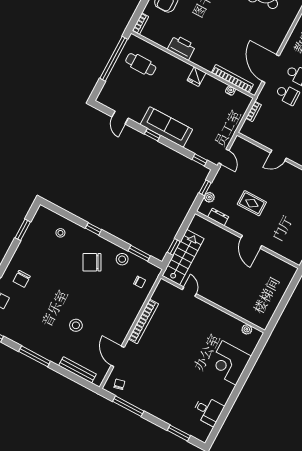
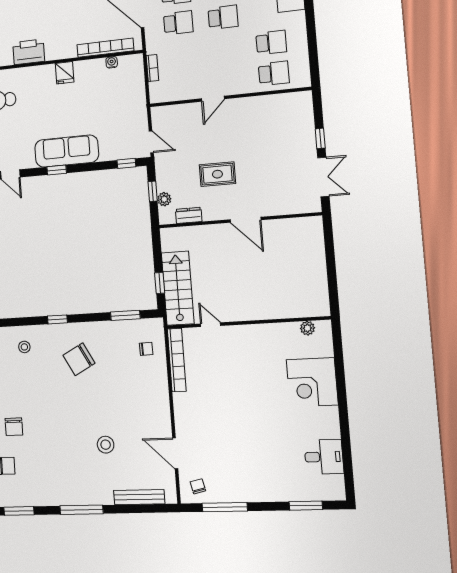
stool: (122, 259) -> (110, 334), removed
bookcase: (143, 321) -> (177, 360), moved

